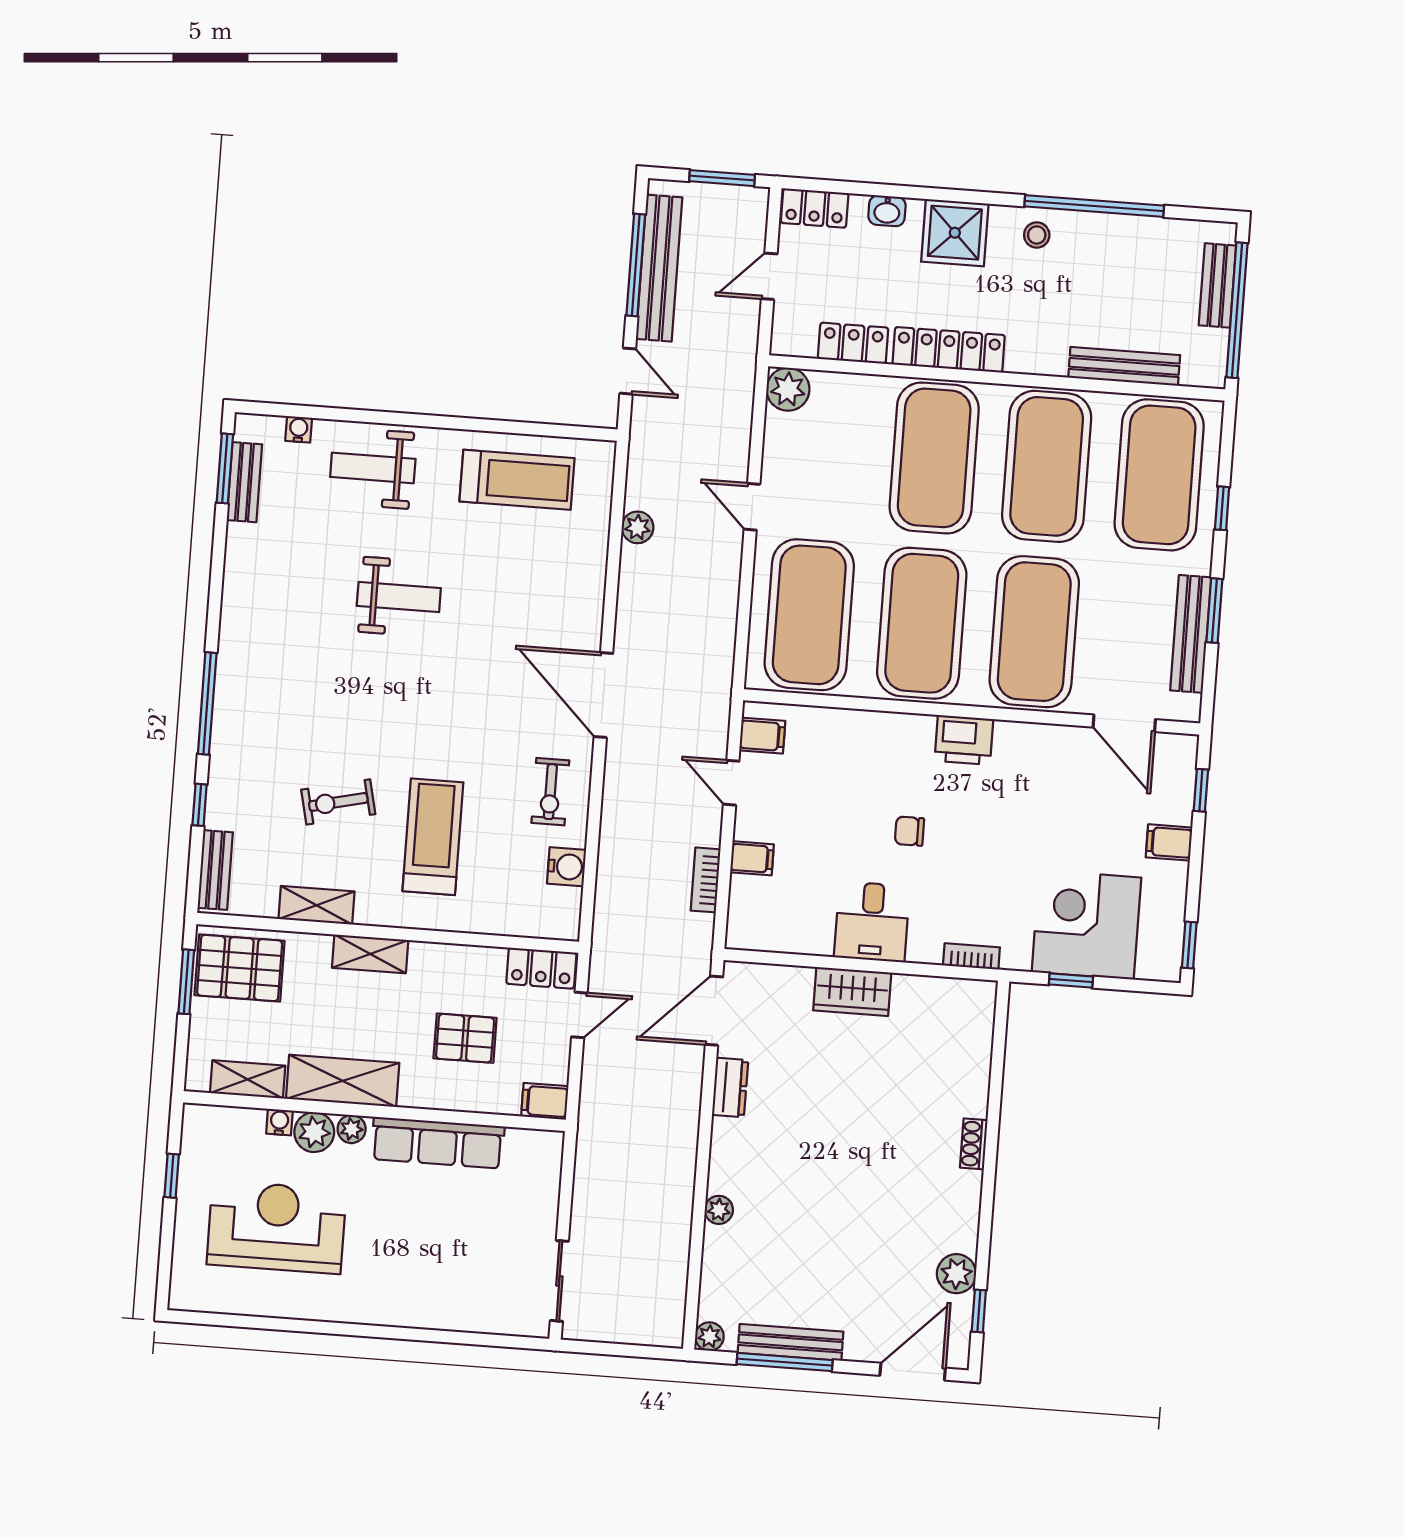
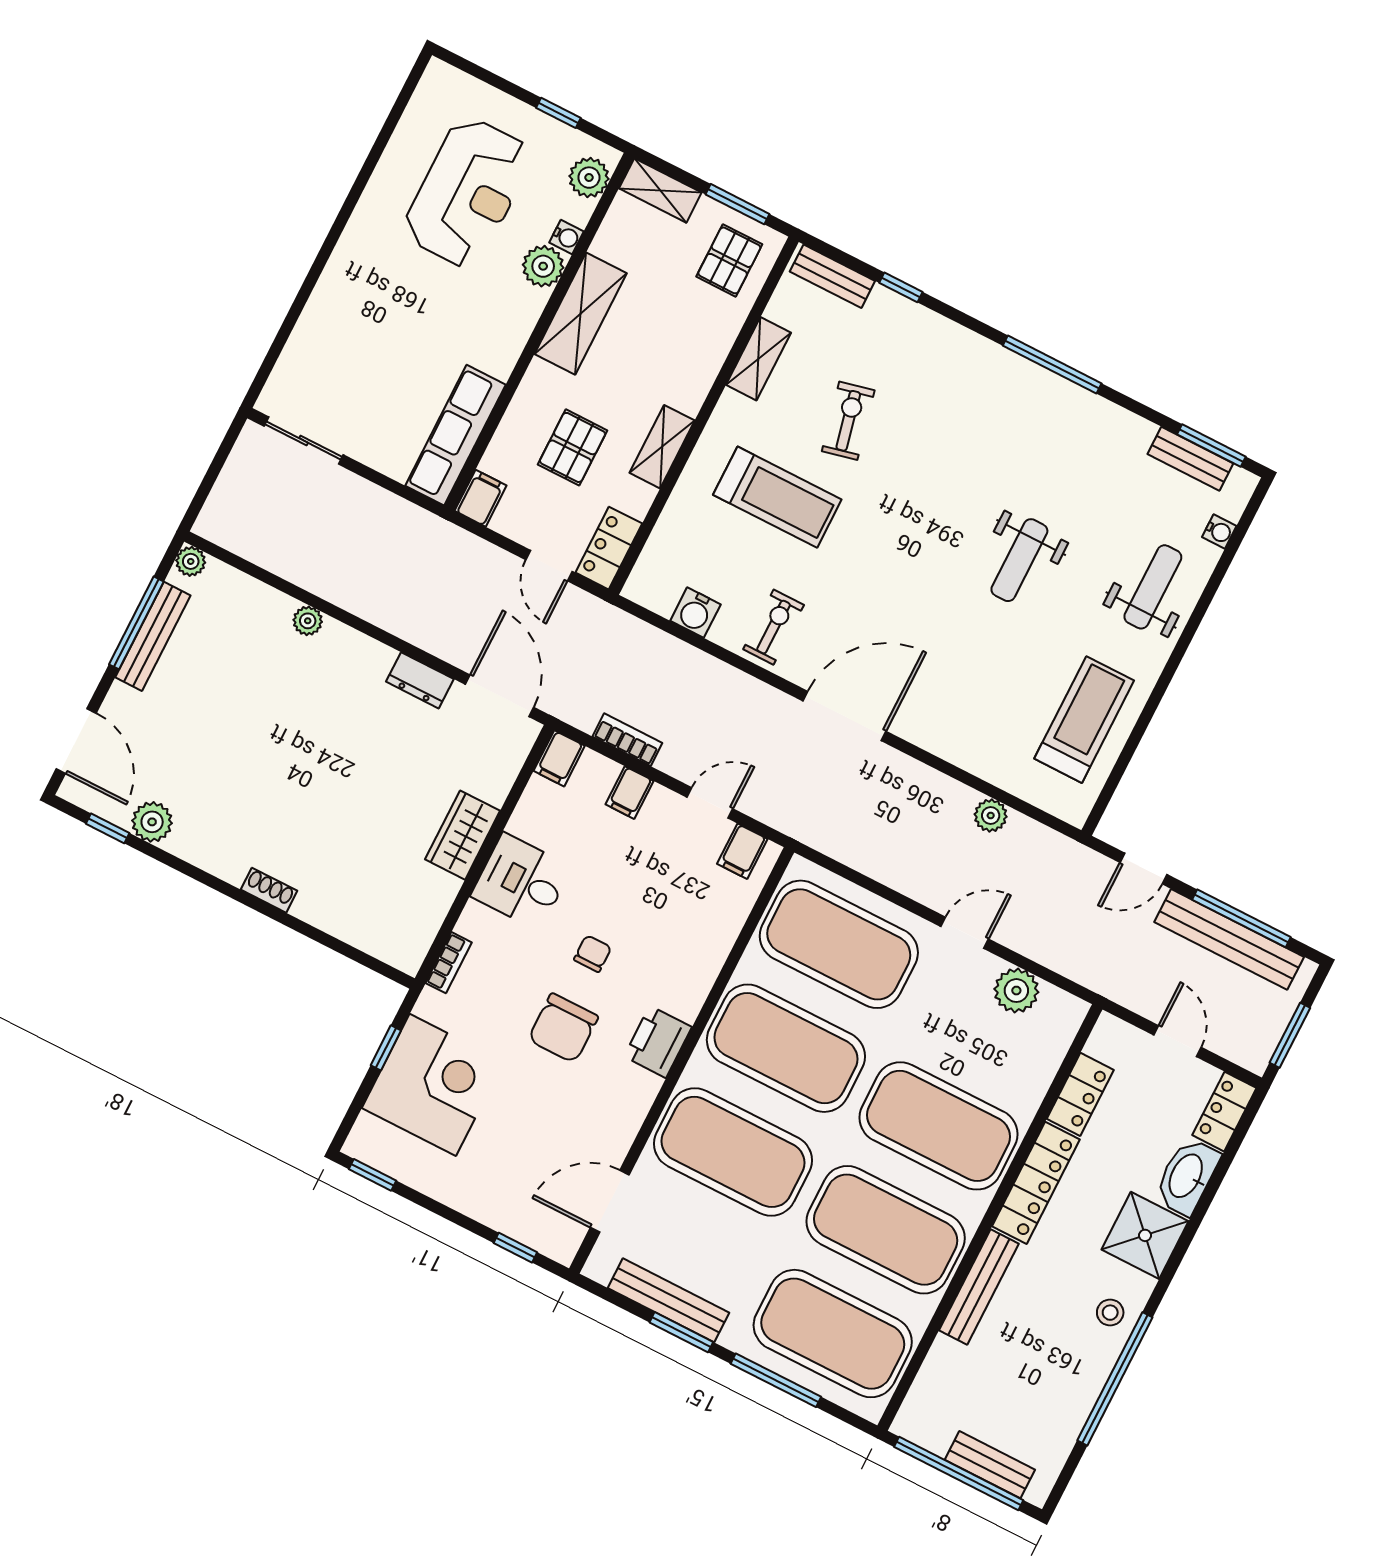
washbasin: (887, 211) -> (1187, 1176), width x1.91, depth x1.45
bench: (1124, 366) -> (979, 1287), moved
plant: (788, 389) -> (1016, 991), moved
treadmill: (517, 480) -> (1084, 720), turned 180
window: (1222, 508) -> (776, 1380), width x2.17
window: (207, 703) -> (1052, 365), moved
exercise bike: (550, 792) -> (774, 627), turned 90
chair: (987, 830) -> (563, 1028), added
filing cabinet: (1169, 842) -> (559, 758), moved, turned 180
shelving: (370, 954) -> (662, 447), moved
pallet: (240, 968) -> (729, 260), width x0.67, depth x0.71
shelving: (248, 1079) -> (660, 190), moved, turned 90
plant: (352, 1129) -> (589, 178), moved, width x1.38, depth x1.38
row of seats: (438, 1143) -> (455, 435), moved

